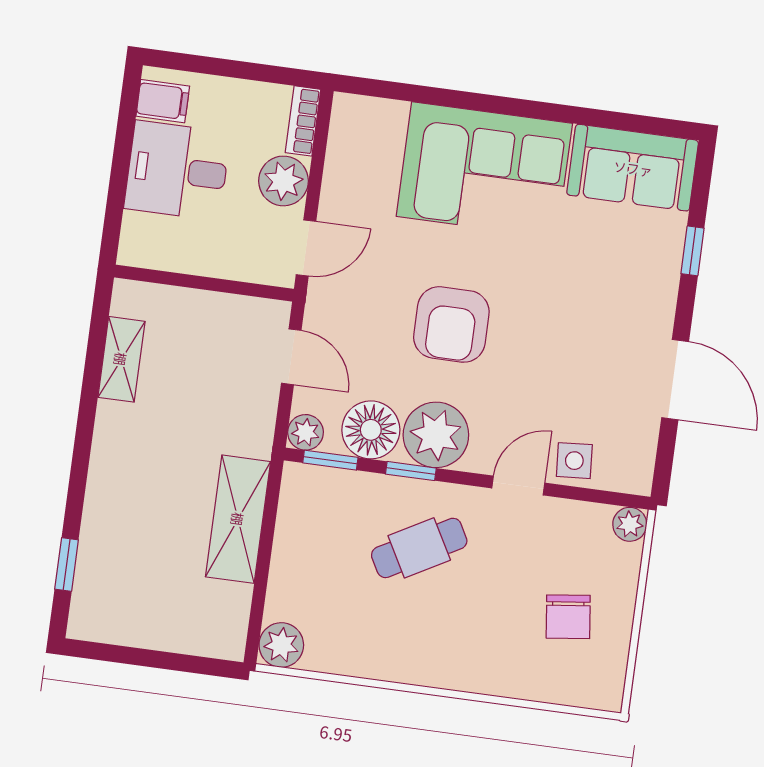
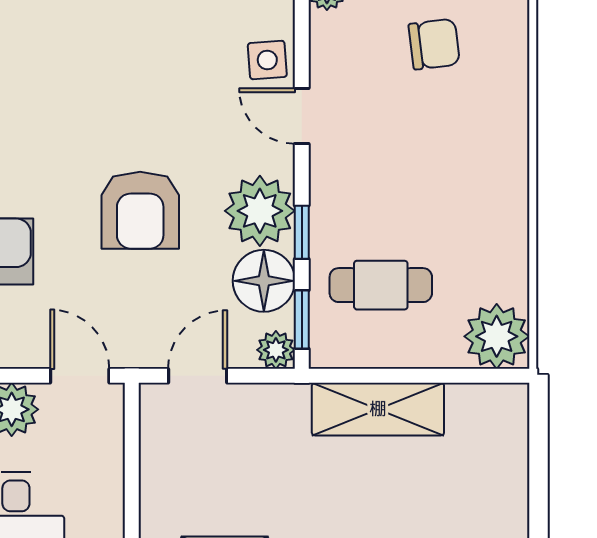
armchair: (451, 324) -> (140, 210), turned 90
cafe table: (419, 548) -> (381, 285), moved, turned -61
plant: (281, 645) -> (497, 336), width x1.36, depth x1.36

